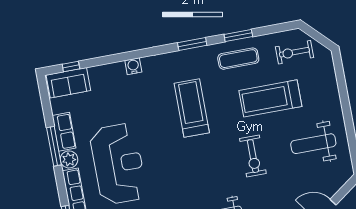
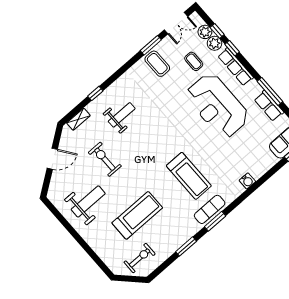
exercise mat: (238, 59) -> (210, 209), moved
exercise bike: (253, 156) -> (105, 159), moved
plant: (69, 159) -> (254, 88), removed

